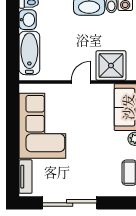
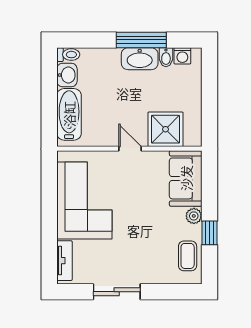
door: (81, 82) -> (130, 149), hinge flipped
sliding door: (70, 203) -> (117, 292), width x0.73

